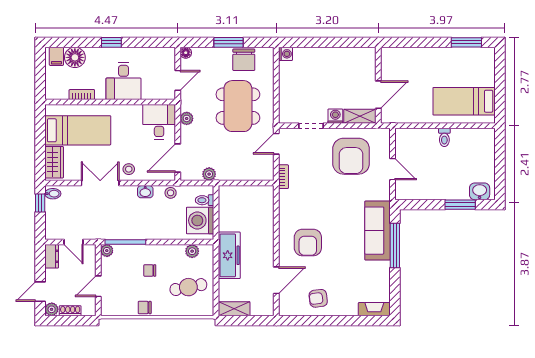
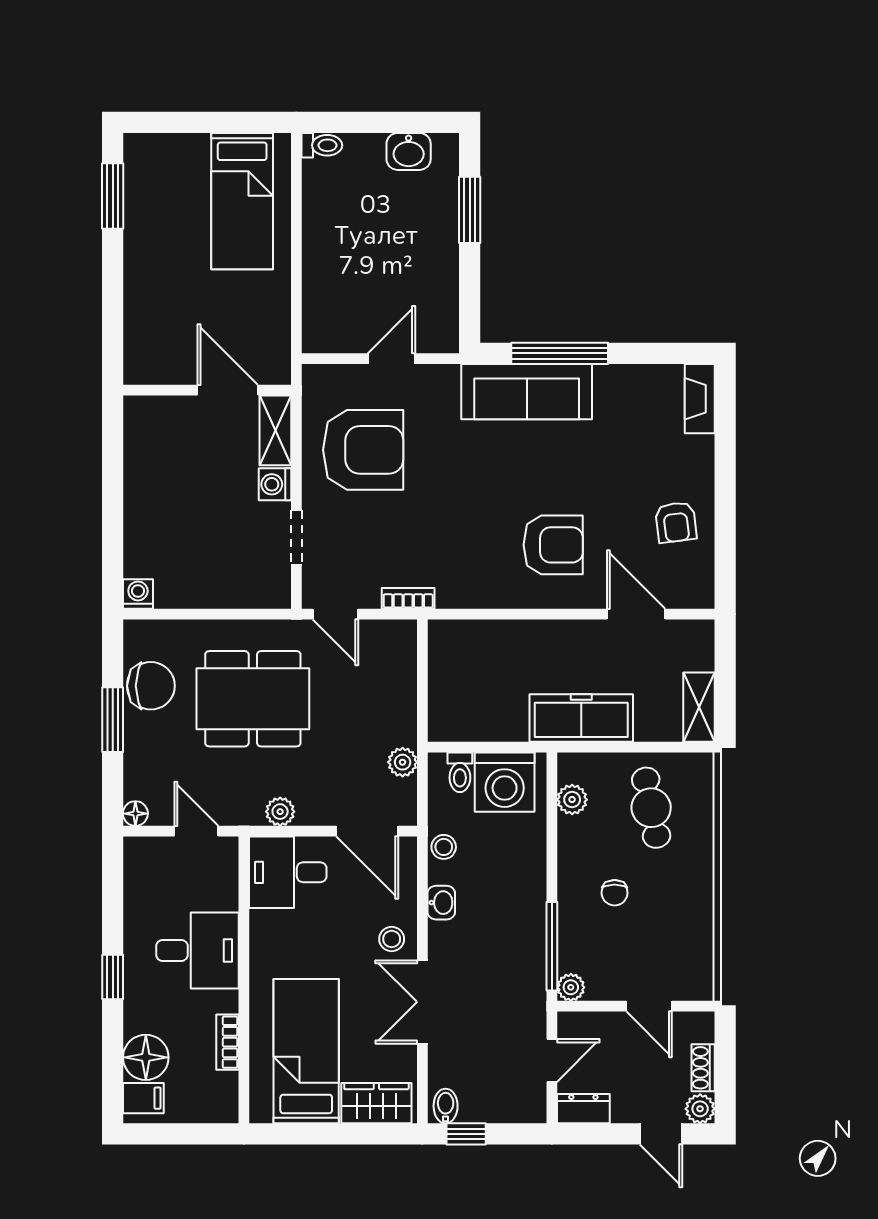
toilet: (444, 137) -> (322, 145), moved
washbasin: (480, 191) -> (409, 151), moved, turned -90
chair: (145, 308) -> (696, 904), removed

